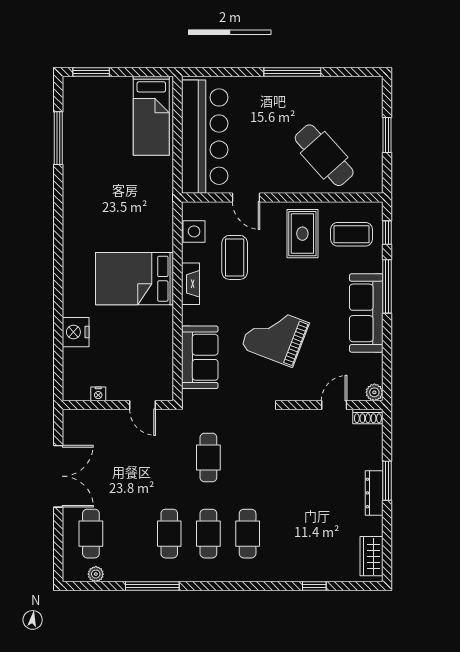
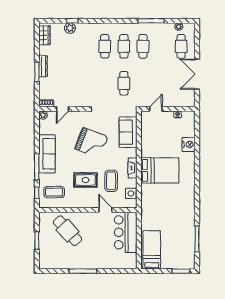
bar counter: (205, 137) -> (126, 232), width x0.73
rug: (302, 234) -> (85, 180), moved, turned 90
door: (143, 405) -> (156, 109), hinge flipped
plant: (319, 571) -> (70, 28), added

